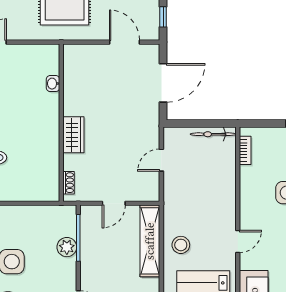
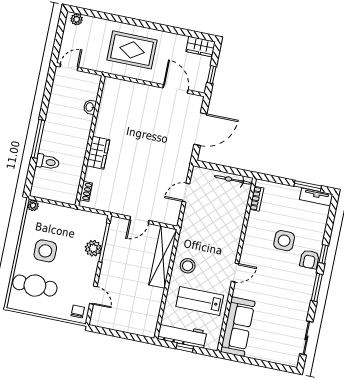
washbasin: (53, 84) -> (90, 107), moved
wall: (61, 123) -> (90, 141), moved
wardrobe: (73, 135) -> (98, 153), moved
shoe rack: (69, 183) -> (86, 191), moved

